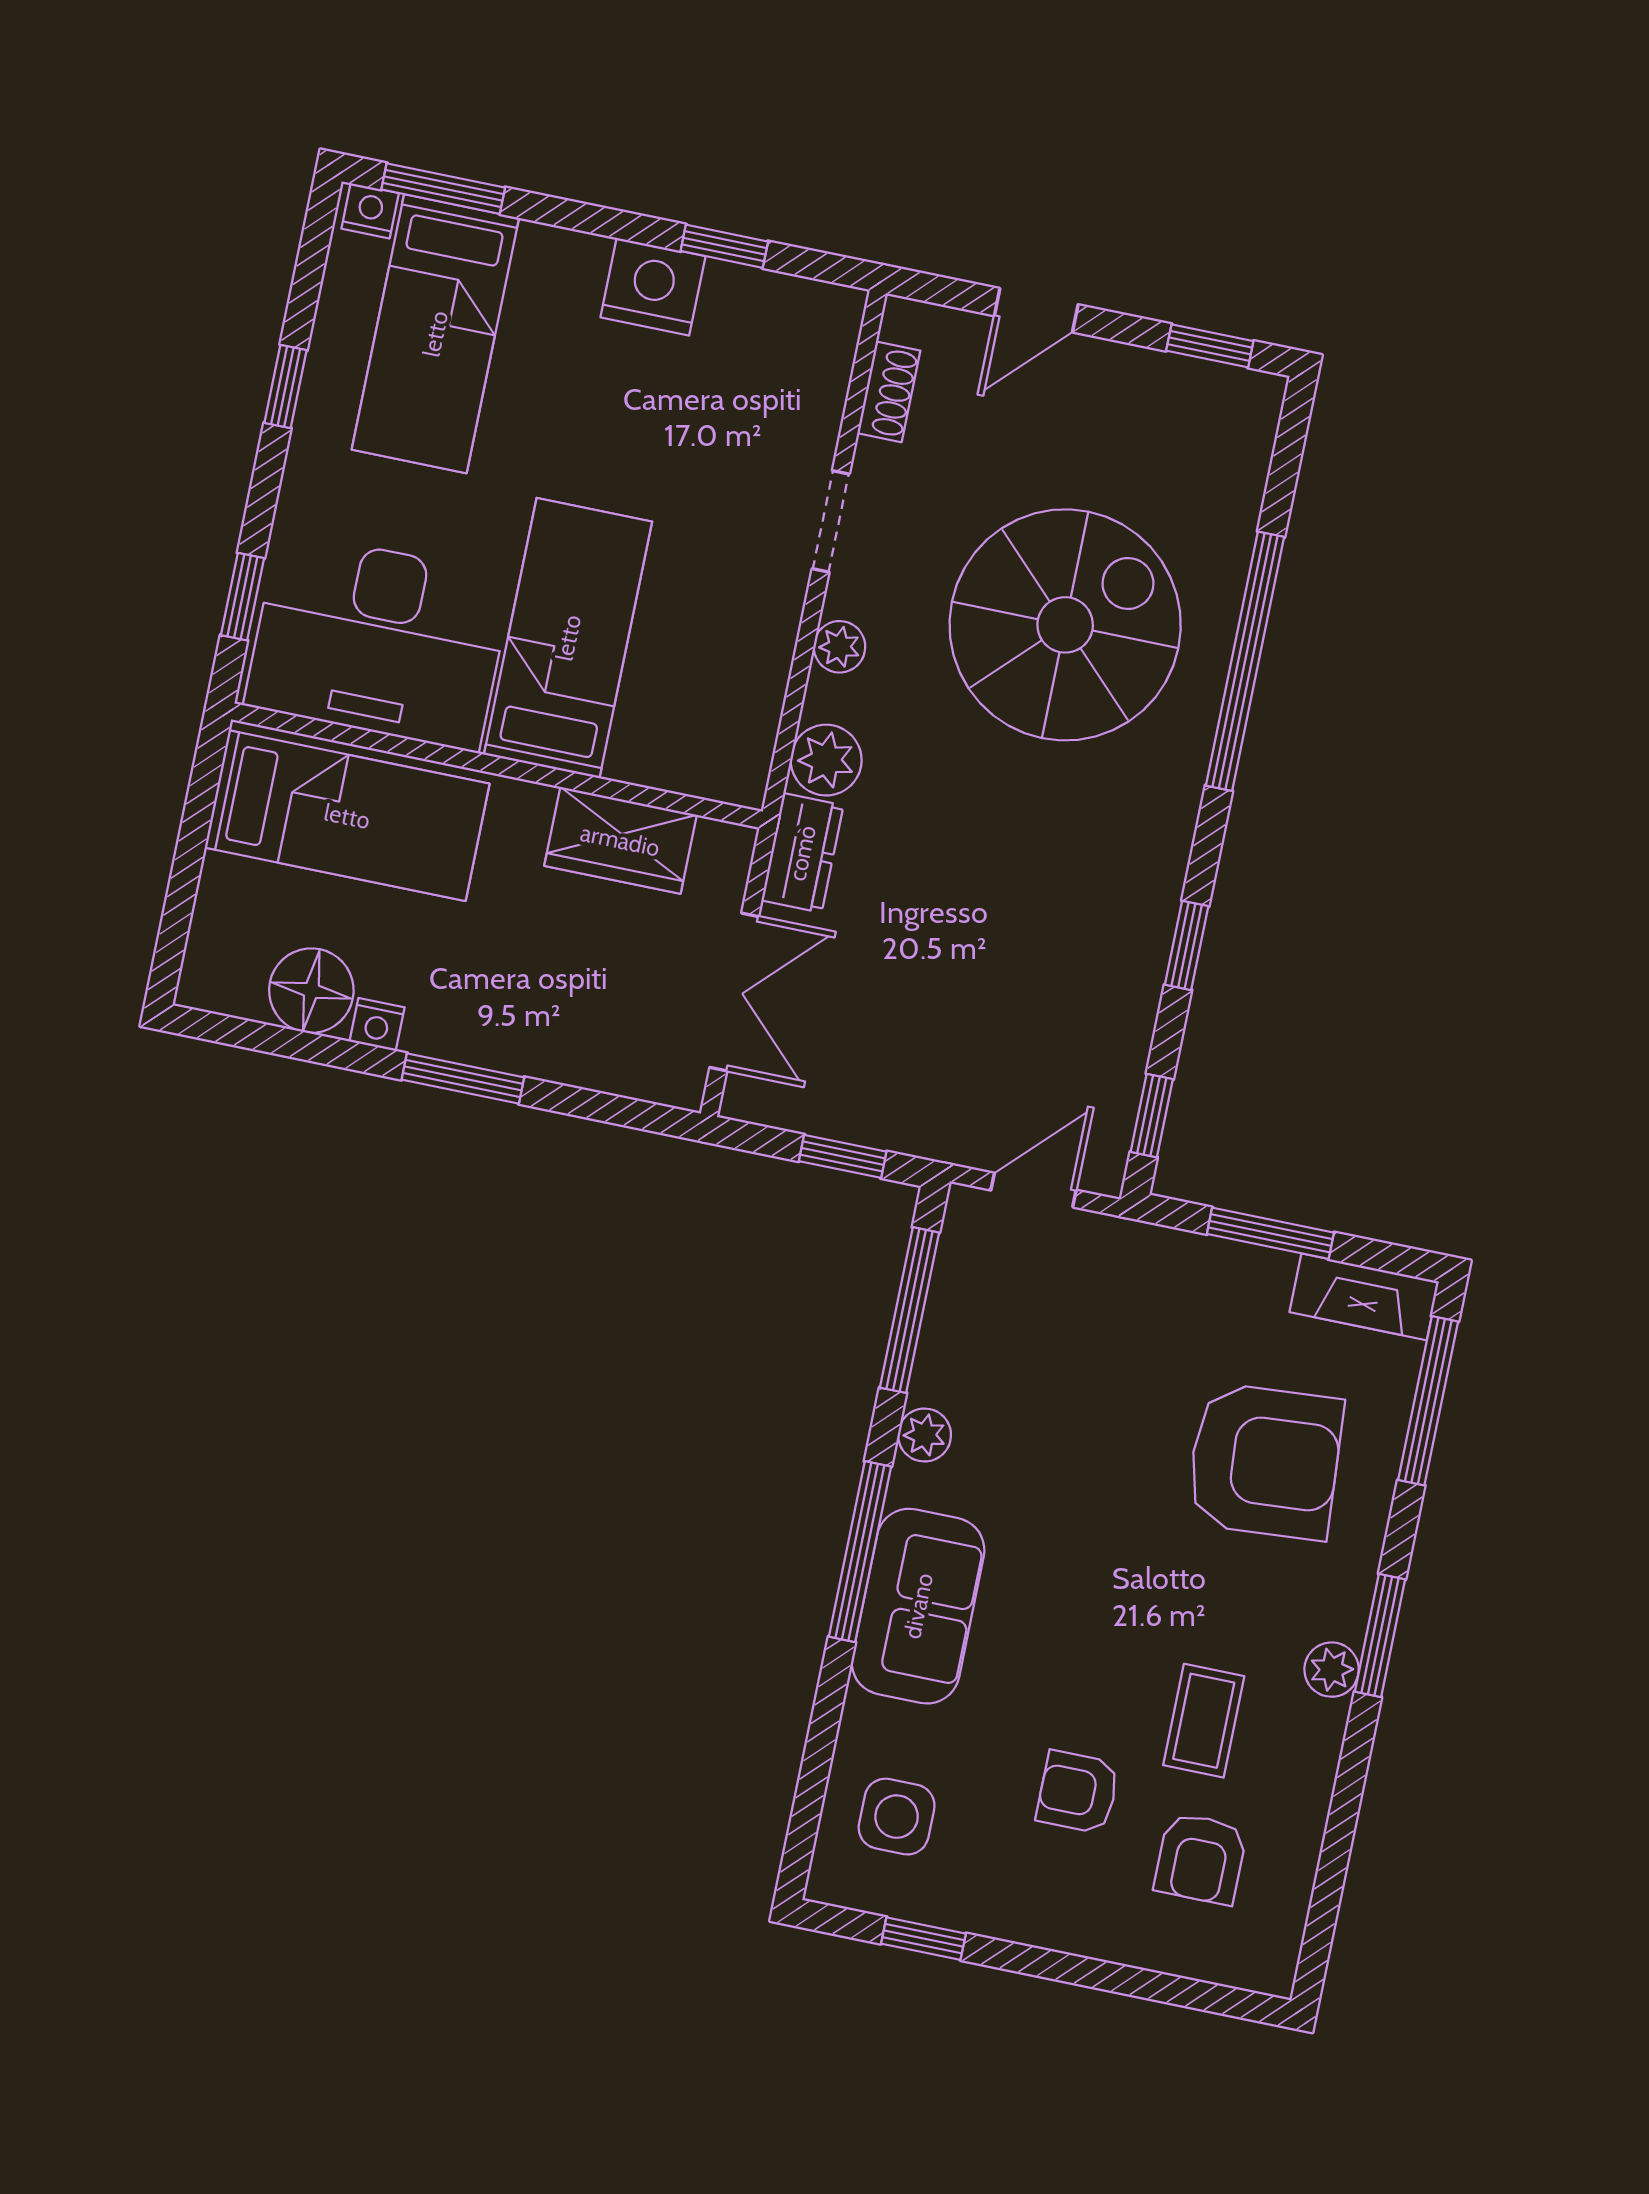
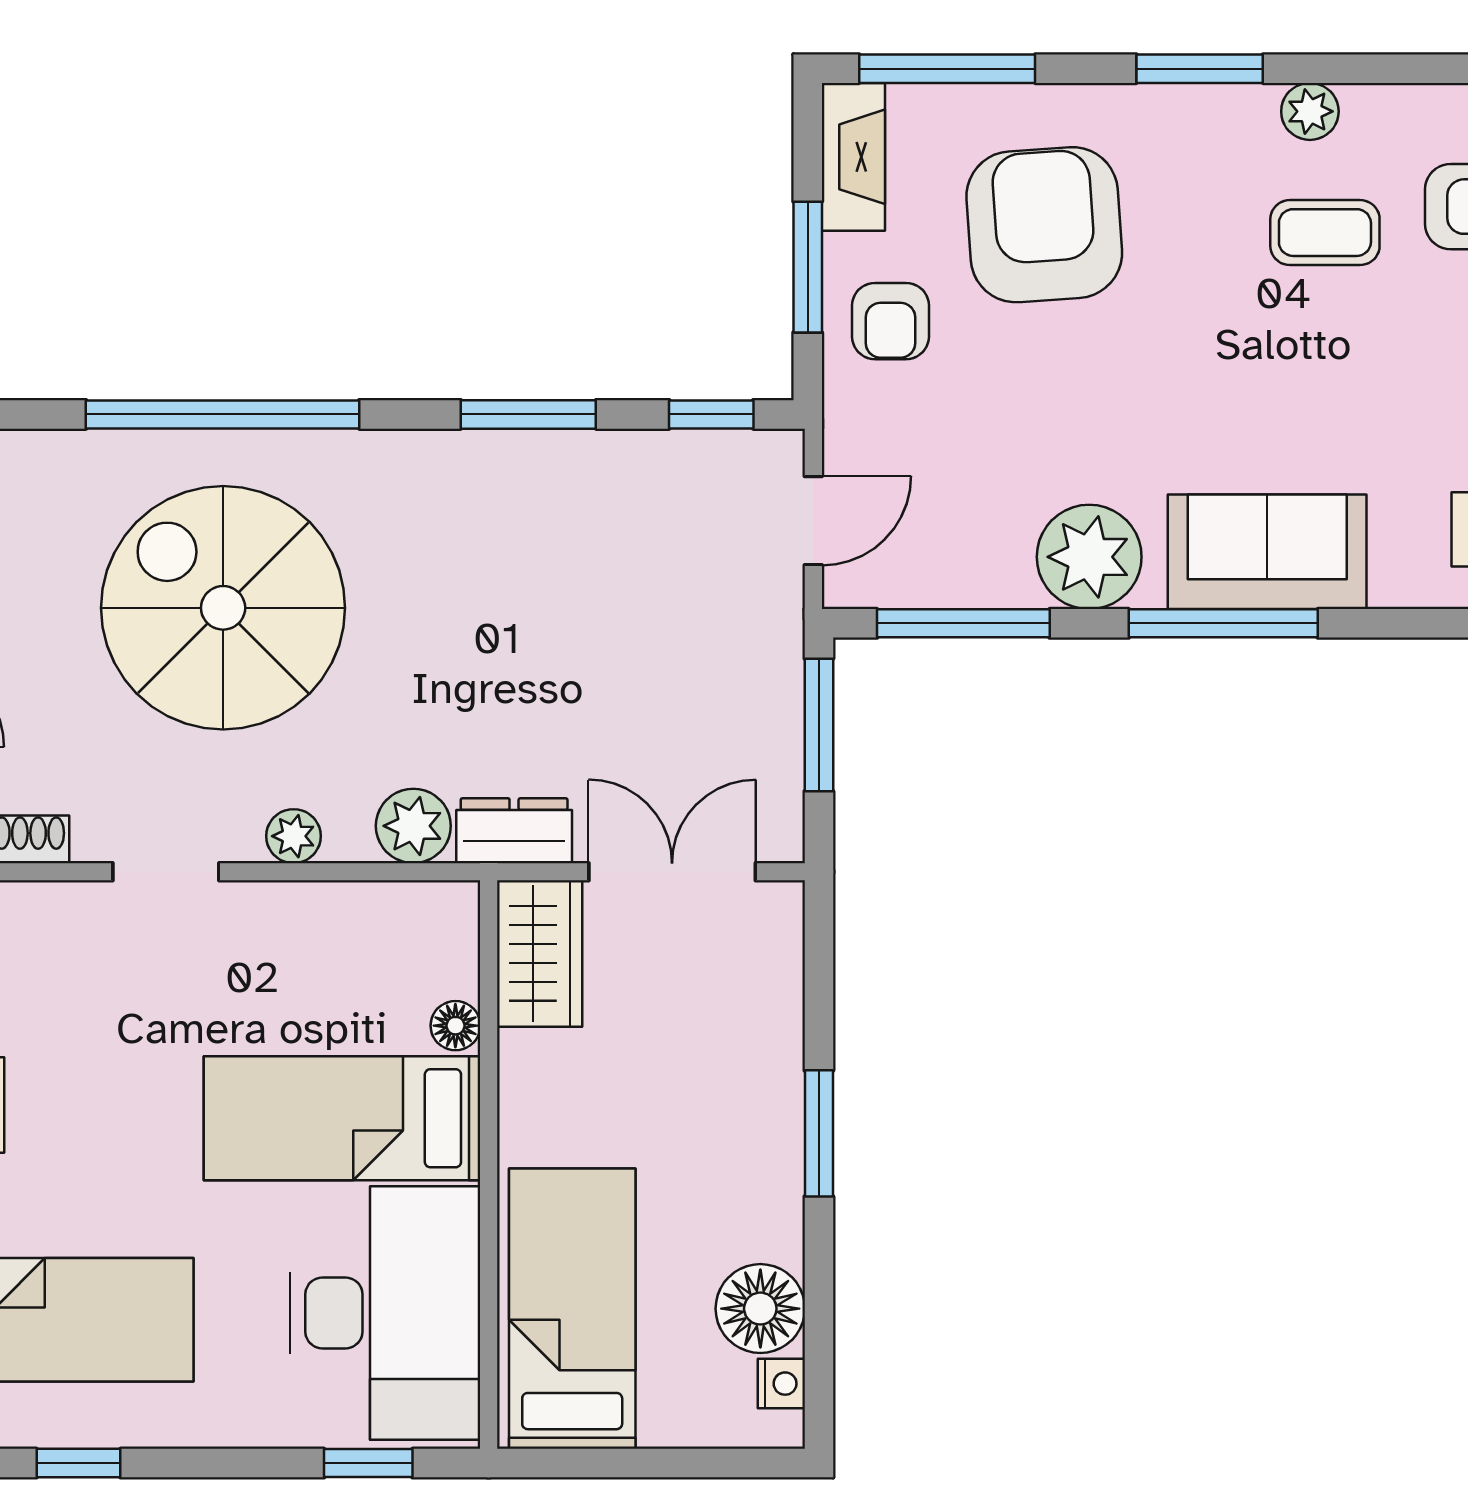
window: (286, 387) -> (78, 1463), moved
floor lamp: (632, 761) -> (455, 1026), added
wardrobe: (620, 840) -> (540, 954), moved
window: (1187, 945) -> (528, 414), width x1.50
nightstand: (377, 1024) -> (781, 1384), moved
window: (843, 1156) -> (819, 725), width x1.50
door: (1034, 1190) -> (813, 521), swing flipped
plant: (925, 1435) -> (1089, 557), width x1.88, depth x1.88
plant: (1332, 1670) -> (1310, 111), moved
armchair: (1078, 1792) -> (891, 321), moved

